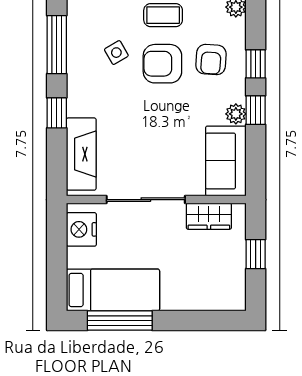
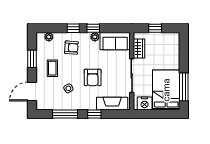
armchair: (162, 64) -> (93, 77), moved
bed: (113, 290) -> (166, 90), width x1.50

